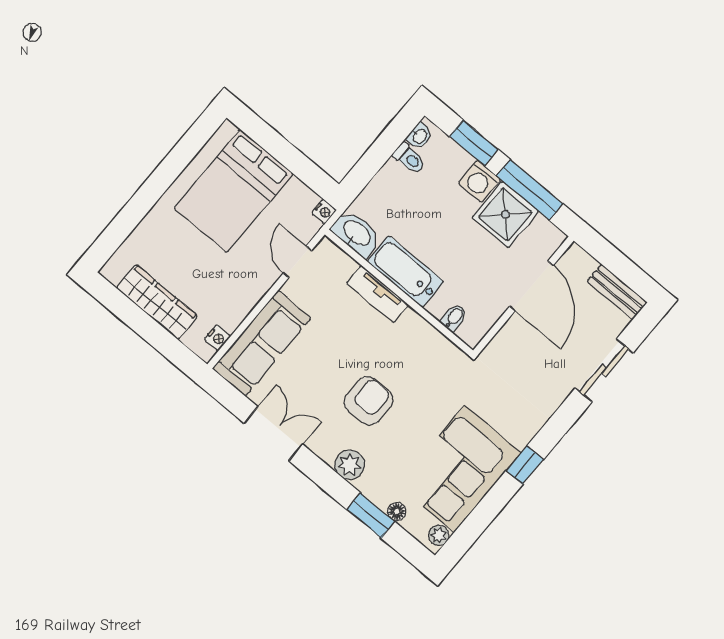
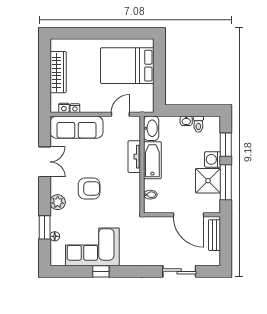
washbasin: (419, 136) -> (186, 121), moved
nightstand: (324, 212) -> (75, 108), moved
door: (531, 286) -> (188, 215), hinge flipped
bench: (617, 292) -> (214, 235), moved
window: (525, 465) -> (101, 271), moved
plant: (439, 535) -> (59, 261), removed

